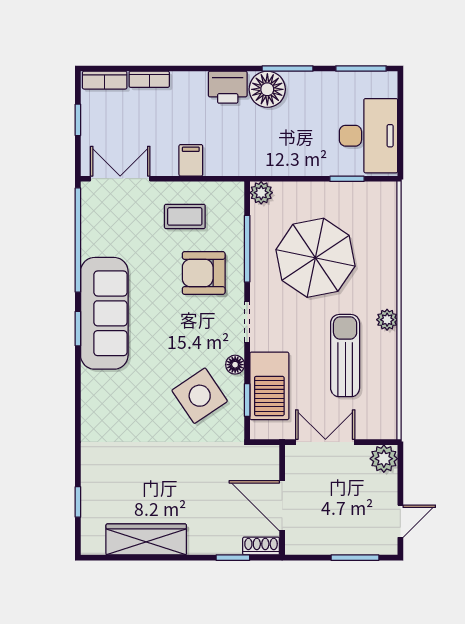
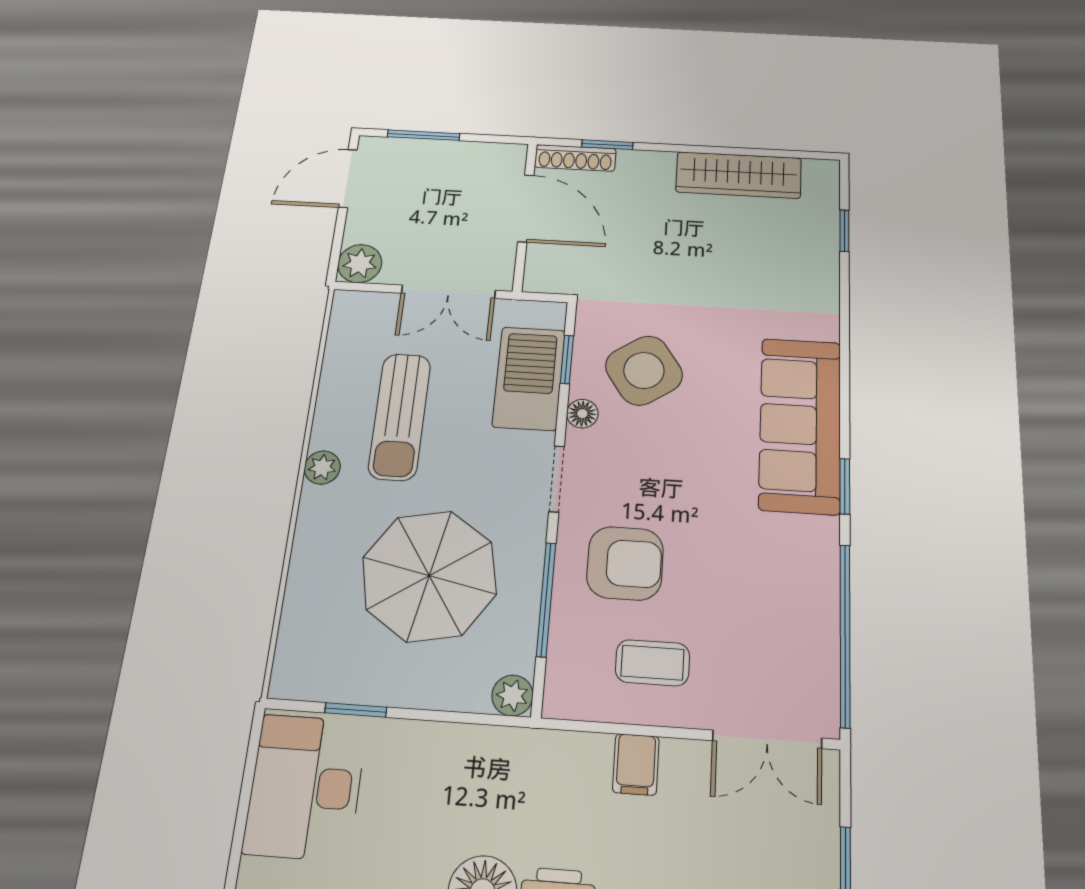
sofa: (104, 313) -> (800, 425), moved
door: (400, 521) -> (348, 178), width x1.38
shoe rack: (261, 546) -> (575, 158), width x1.43

